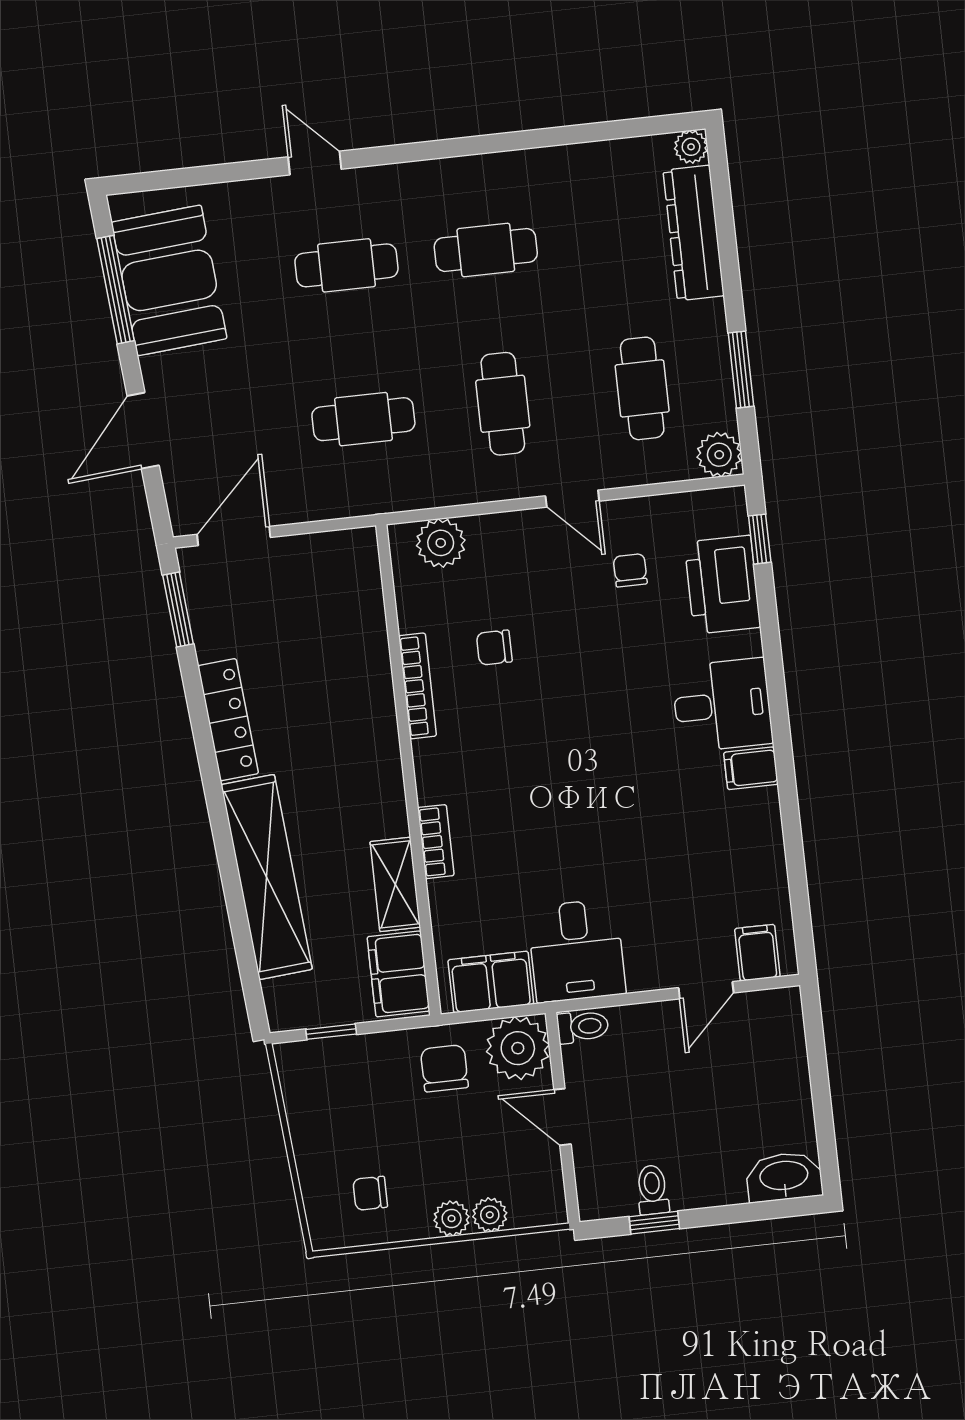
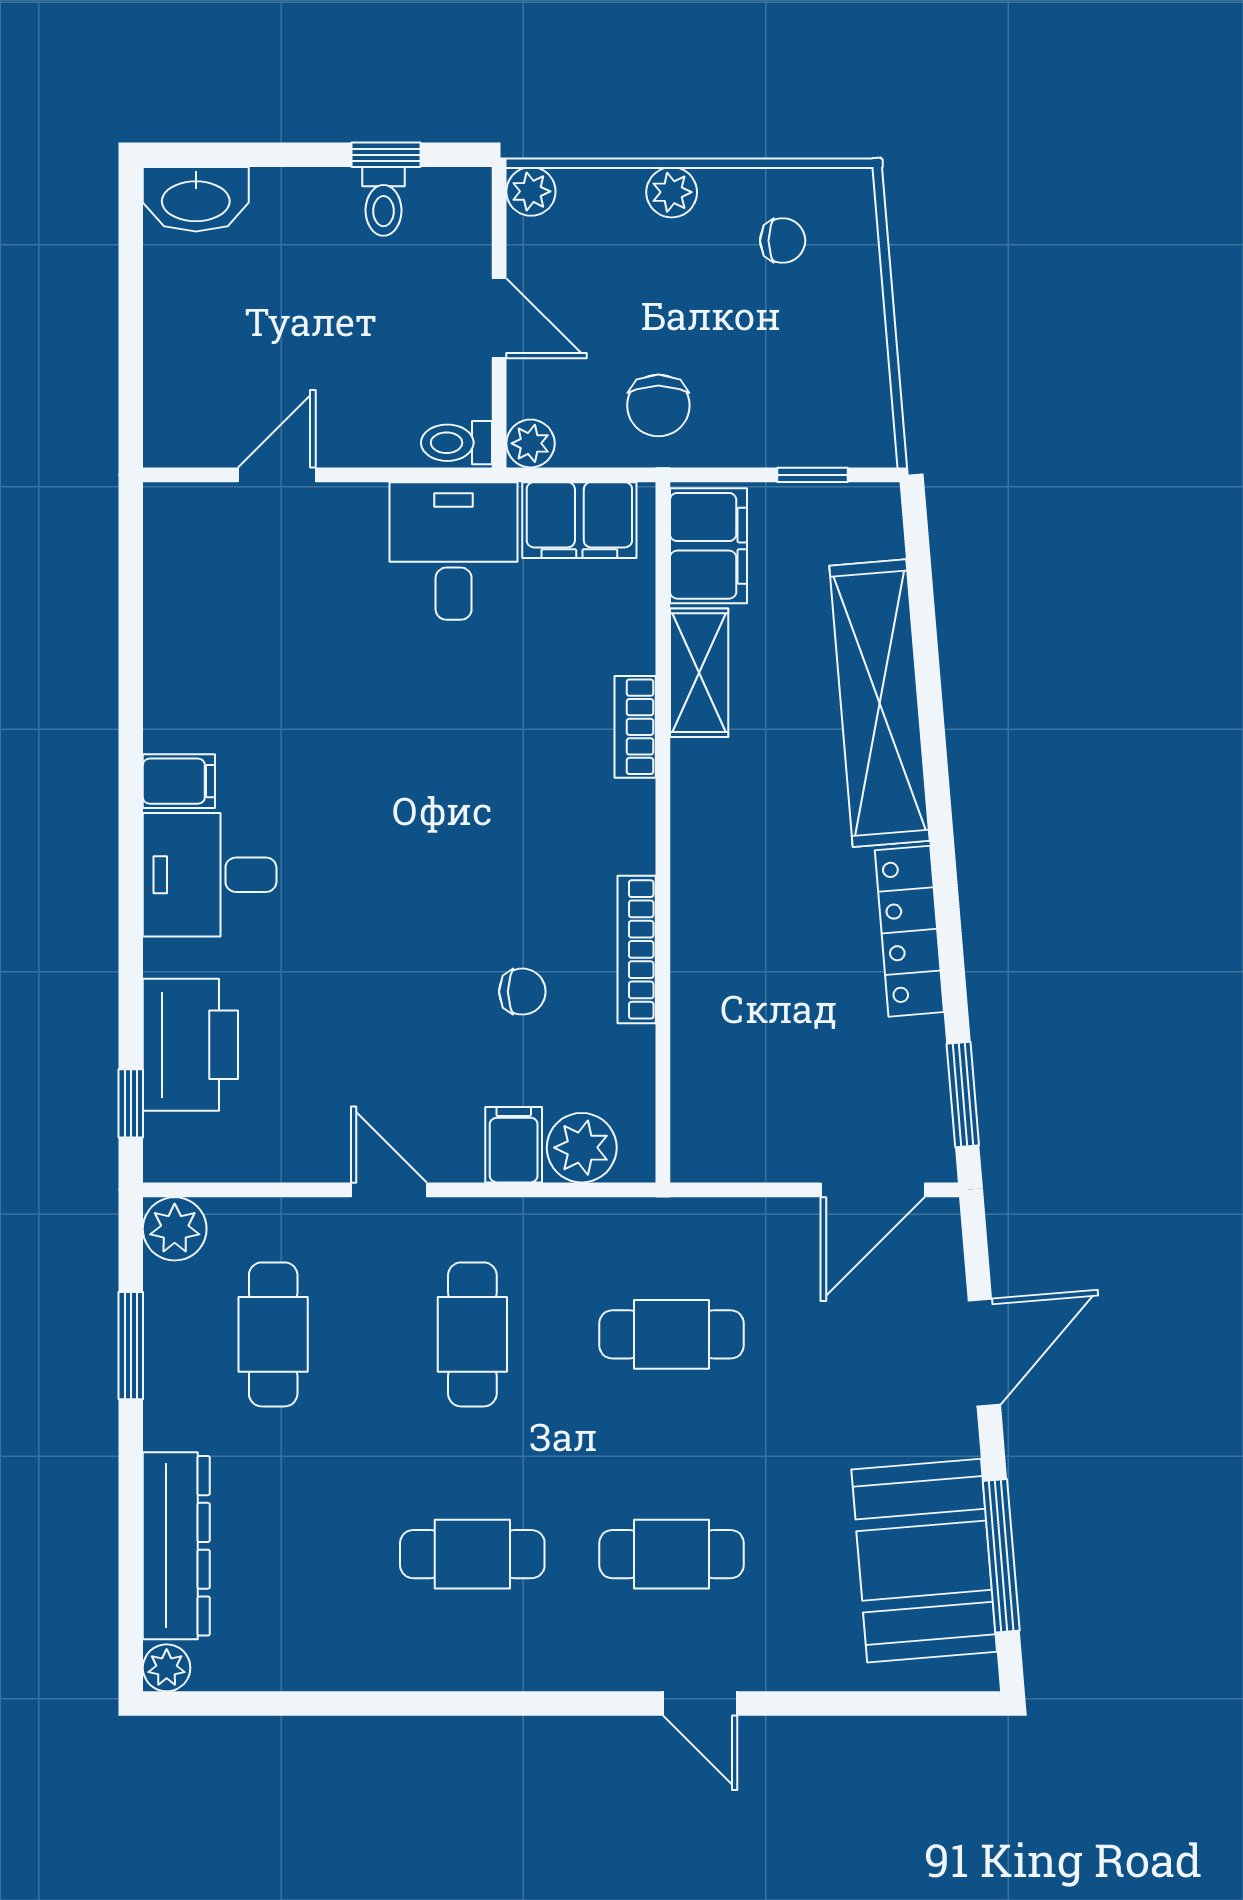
chair: (630, 570) -> (318, 1079), removed
filing cabinet: (757, 953) -> (514, 1145), moved, turned 180
plant: (518, 1048) -> (531, 443), width x0.53, depth x0.53
plant: (490, 1215) -> (531, 191), moved

